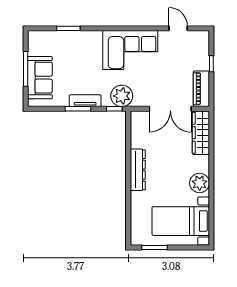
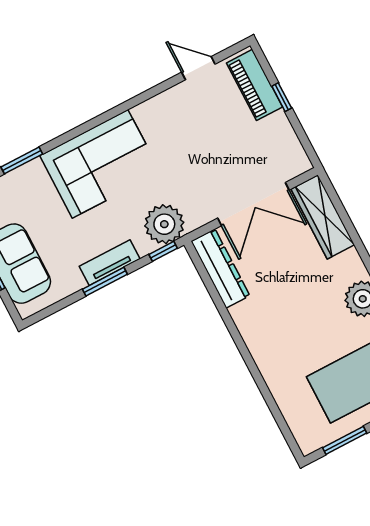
corner sofa: (130, 50) -> (100, 164), moved
piano: (201, 89) -> (255, 85), moved
dresser: (138, 170) -> (220, 268), moved

